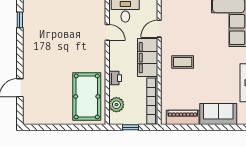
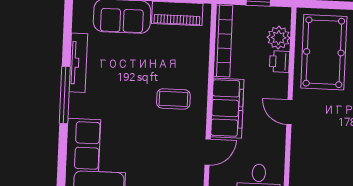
door: (107, 32) -> (289, 112), moved
printer: (115, 78) -> (280, 62), moved

